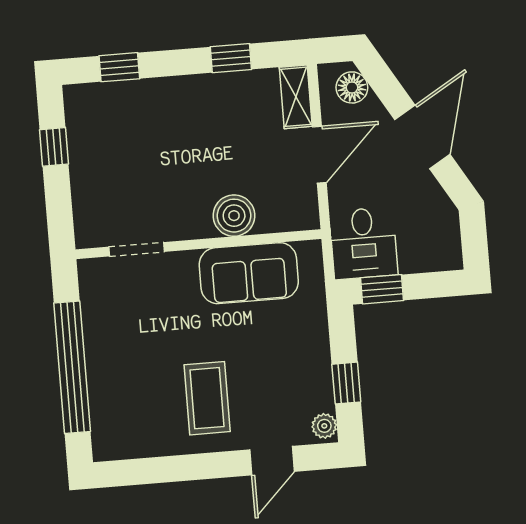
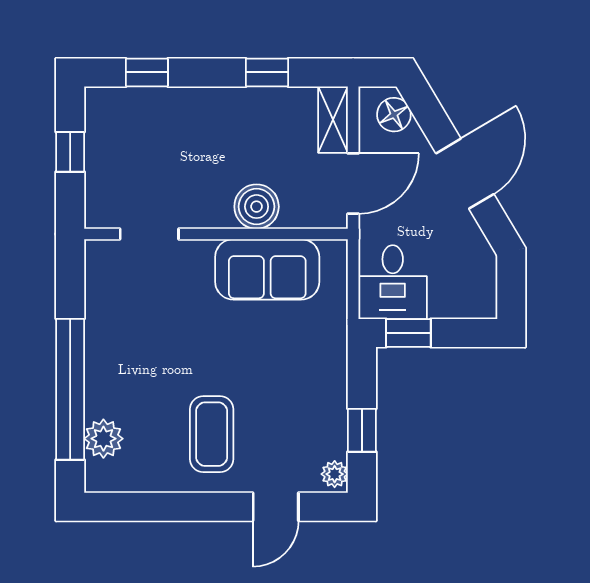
boiler: (234, 216) -> (257, 207), moved
wall: (198, 244) -> (216, 234), moved
doorway: (136, 249) -> (149, 234), moved
sofa: (249, 273) -> (267, 269), moved
plant: (107, 411) -> (103, 439), added

